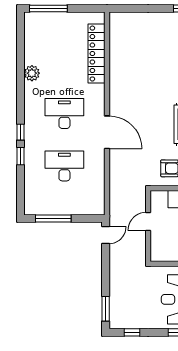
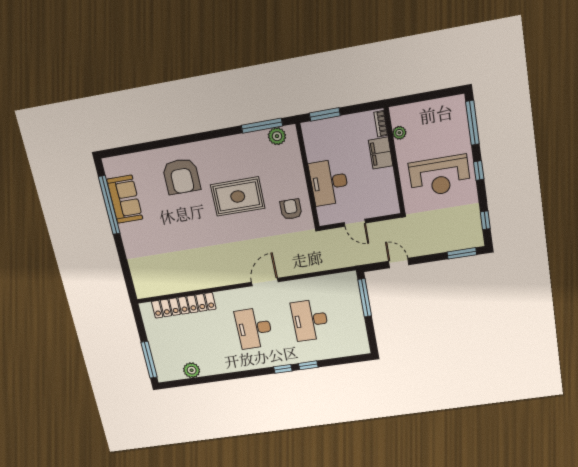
plant: (32, 73) -> (192, 370), moved
door: (107, 132) -> (265, 282), width x0.73
window: (53, 218) -> (365, 298), moved
door: (106, 235) -> (399, 263), moved

